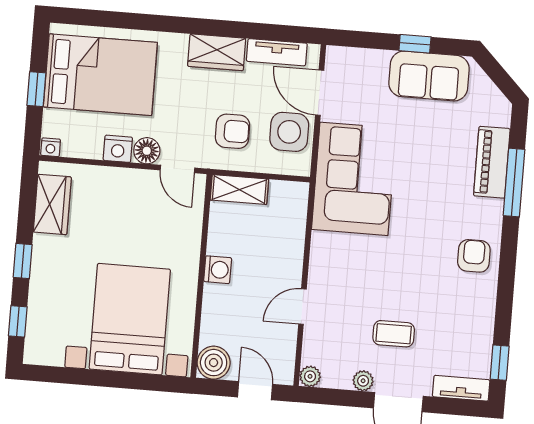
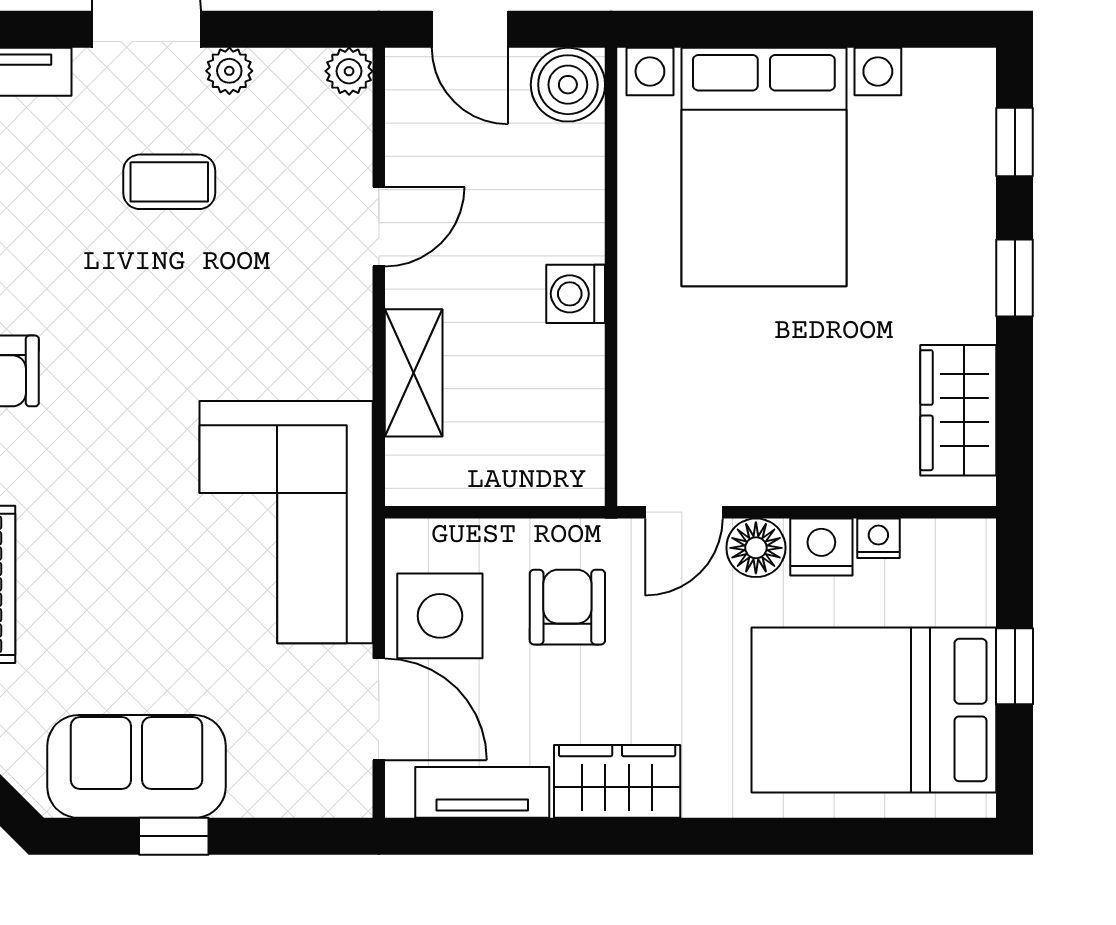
armchair: (232, 131) -> (567, 607), turned 90
nightstand: (51, 147) -> (878, 538), moved
door: (177, 169) -> (684, 512), swing flipped
shelving: (239, 190) -> (414, 373), moved, turned 90

